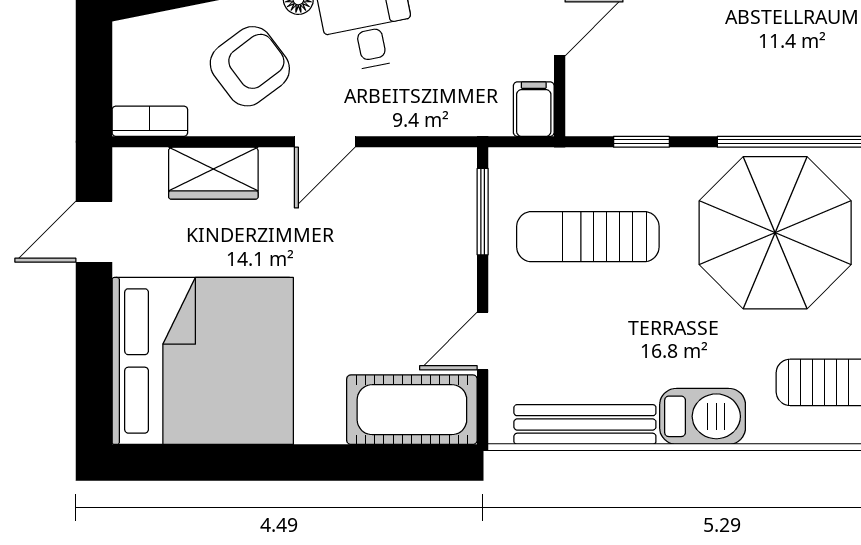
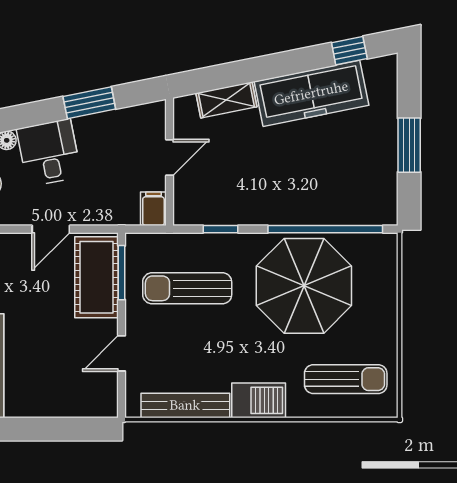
door: (325, 142) -> (51, 229), moved
cot: (412, 410) -> (97, 277), moved, turned 90

